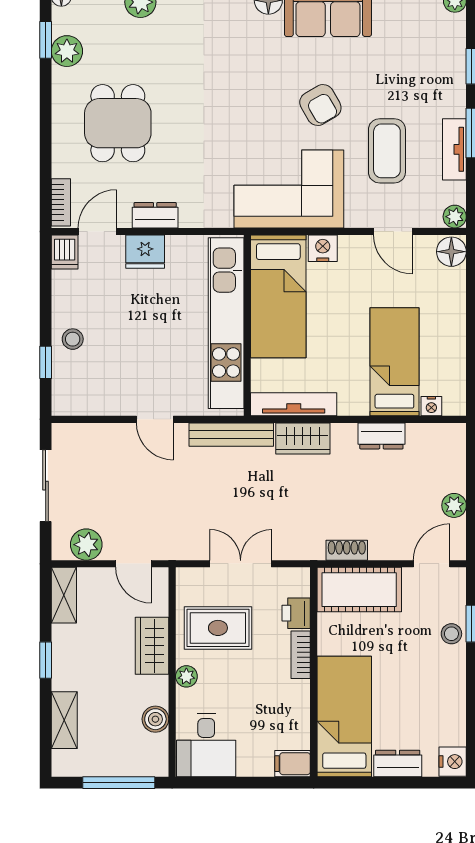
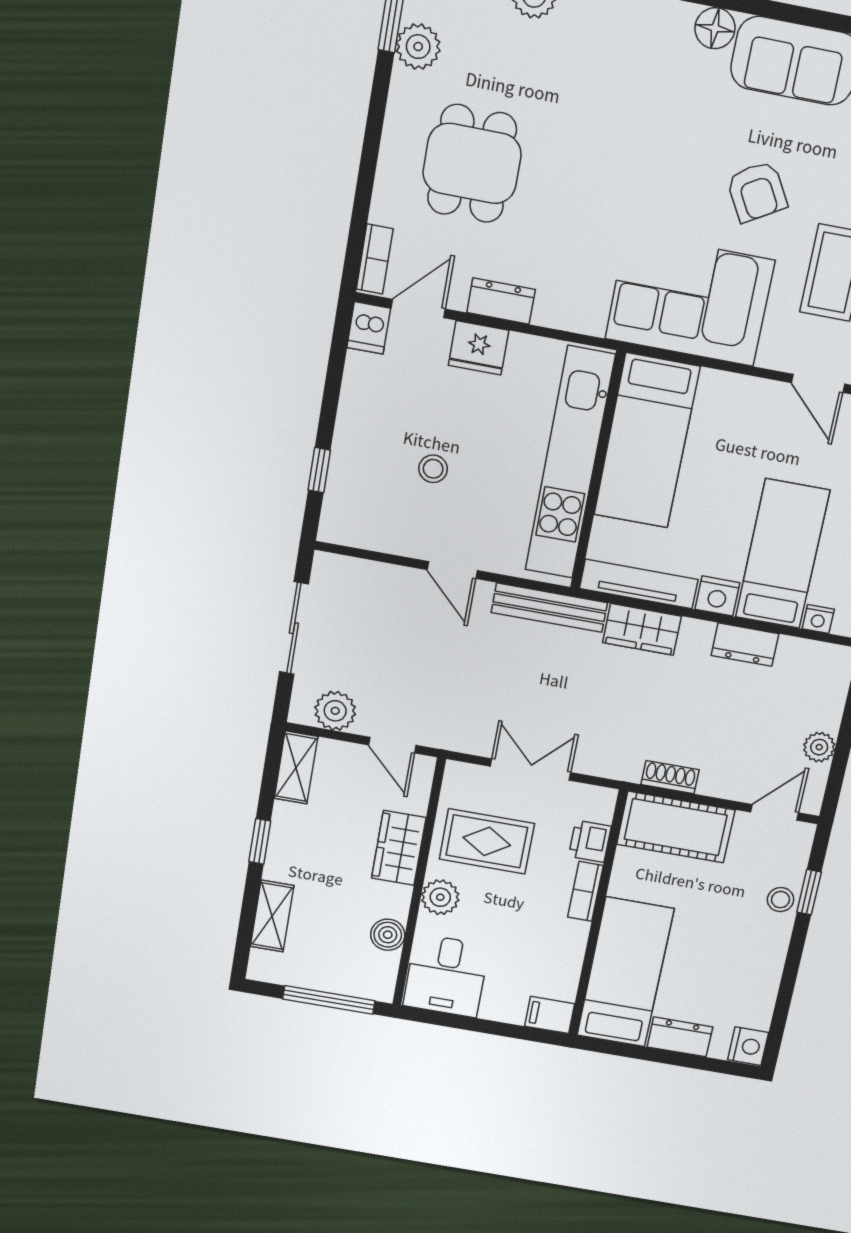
nightstand: (323, 248) -> (717, 596), moved, turned 180
stool: (73, 339) -> (433, 469), moved
plant: (186, 676) -> (440, 897), width x1.38, depth x1.38

